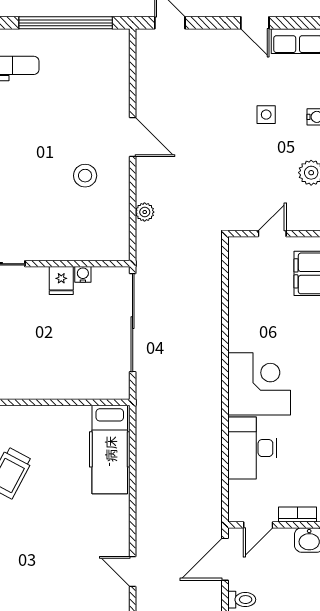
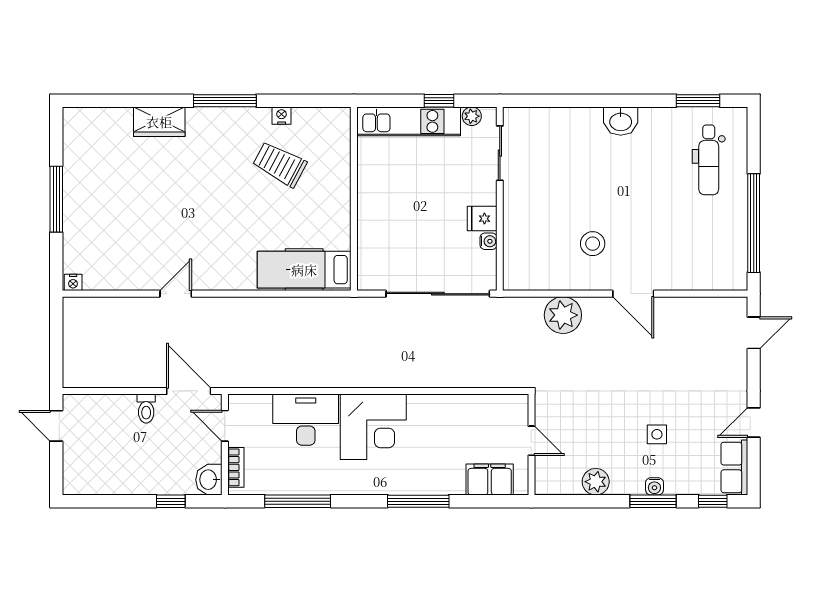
door: (133, 137) -> (633, 294), hinge flipped
plant: (145, 212) -> (563, 315), width x1.88, depth x1.88

